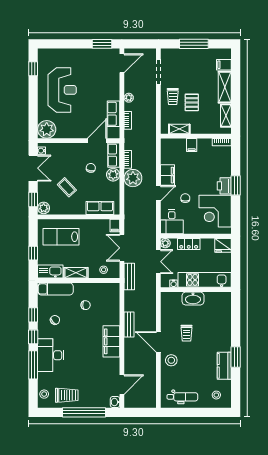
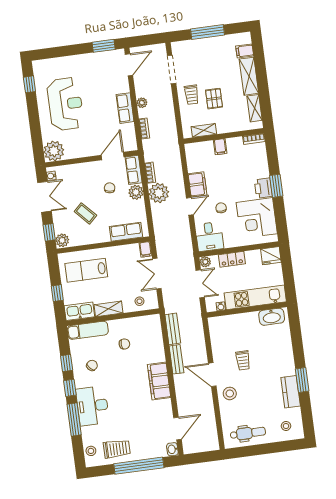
row of seats: (113, 114) -> (125, 108), moved
bench: (129, 276) -> (173, 329), moved
washbasin: (193, 299) -> (272, 317), moved

